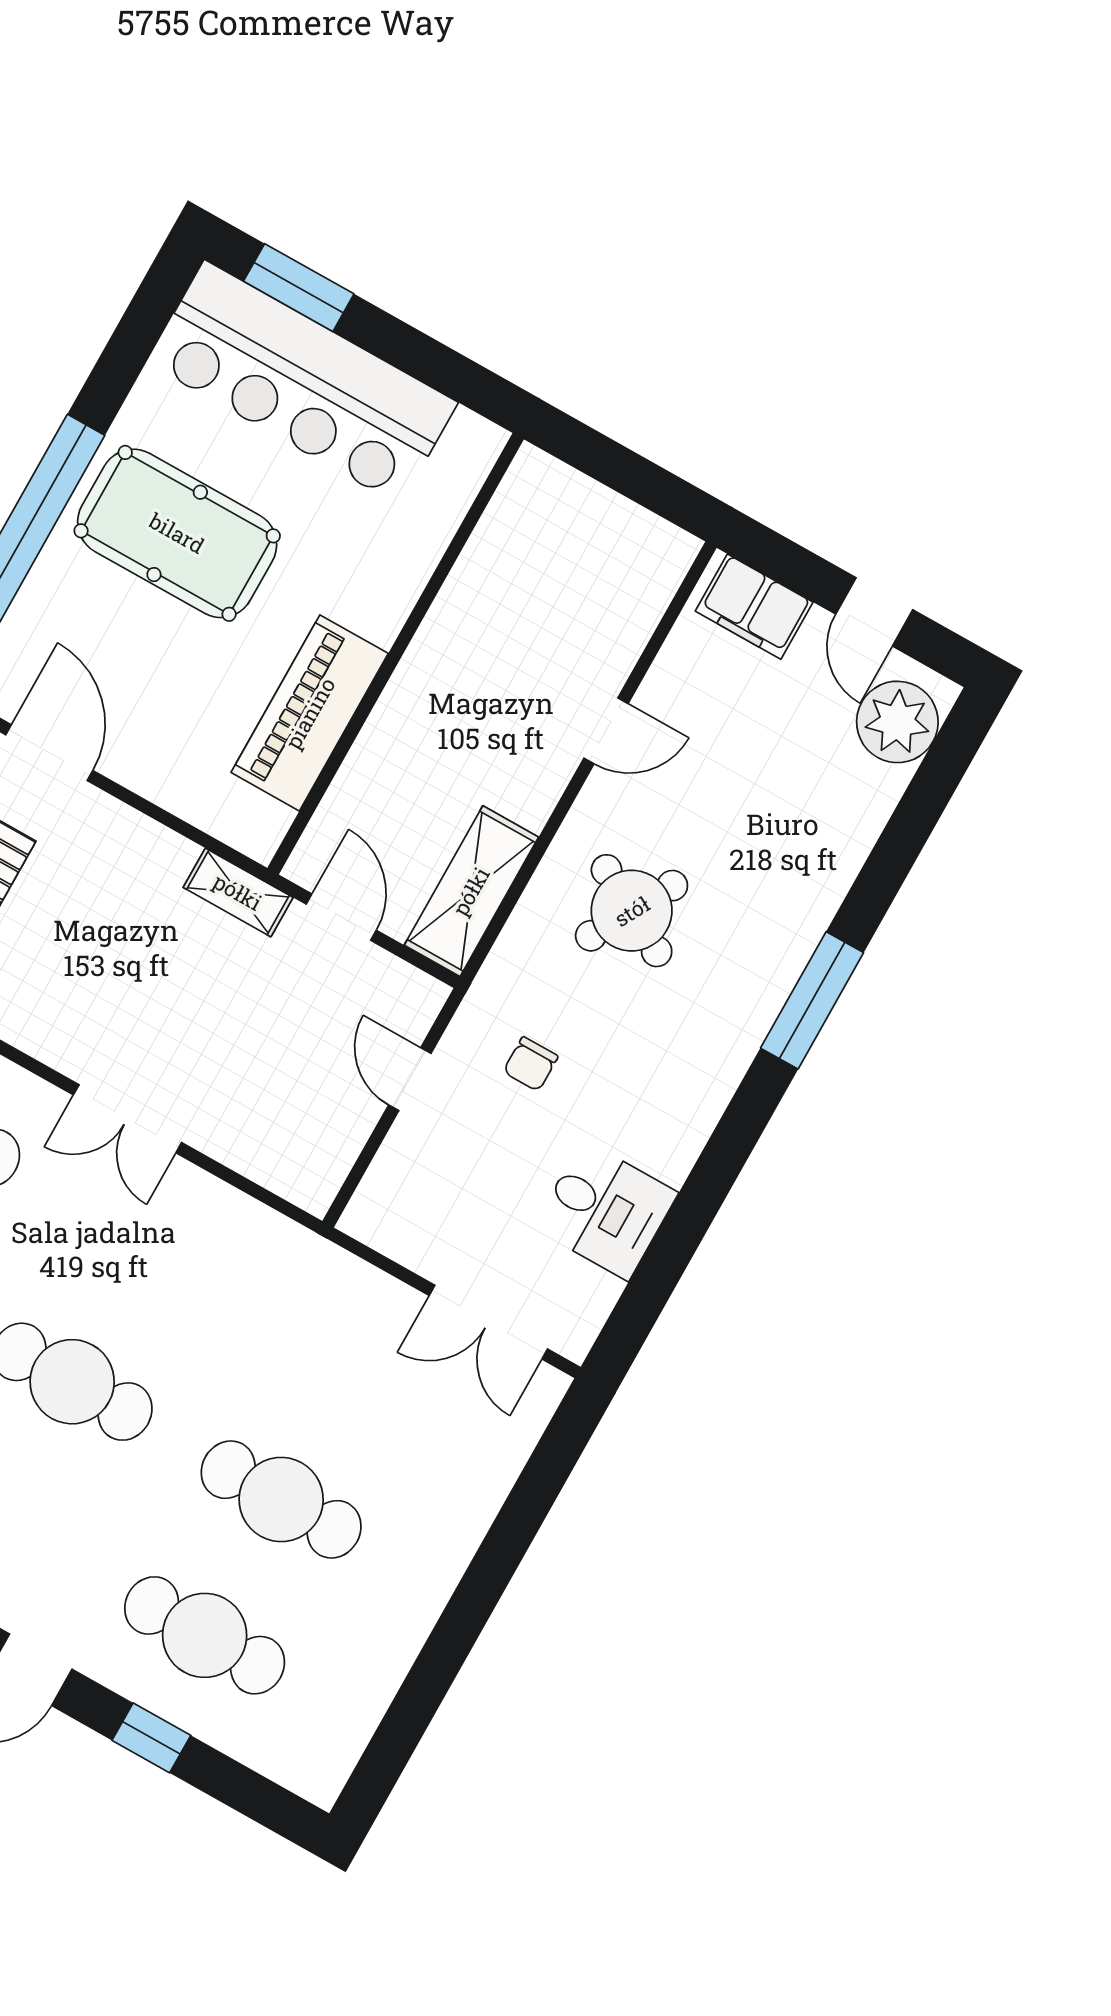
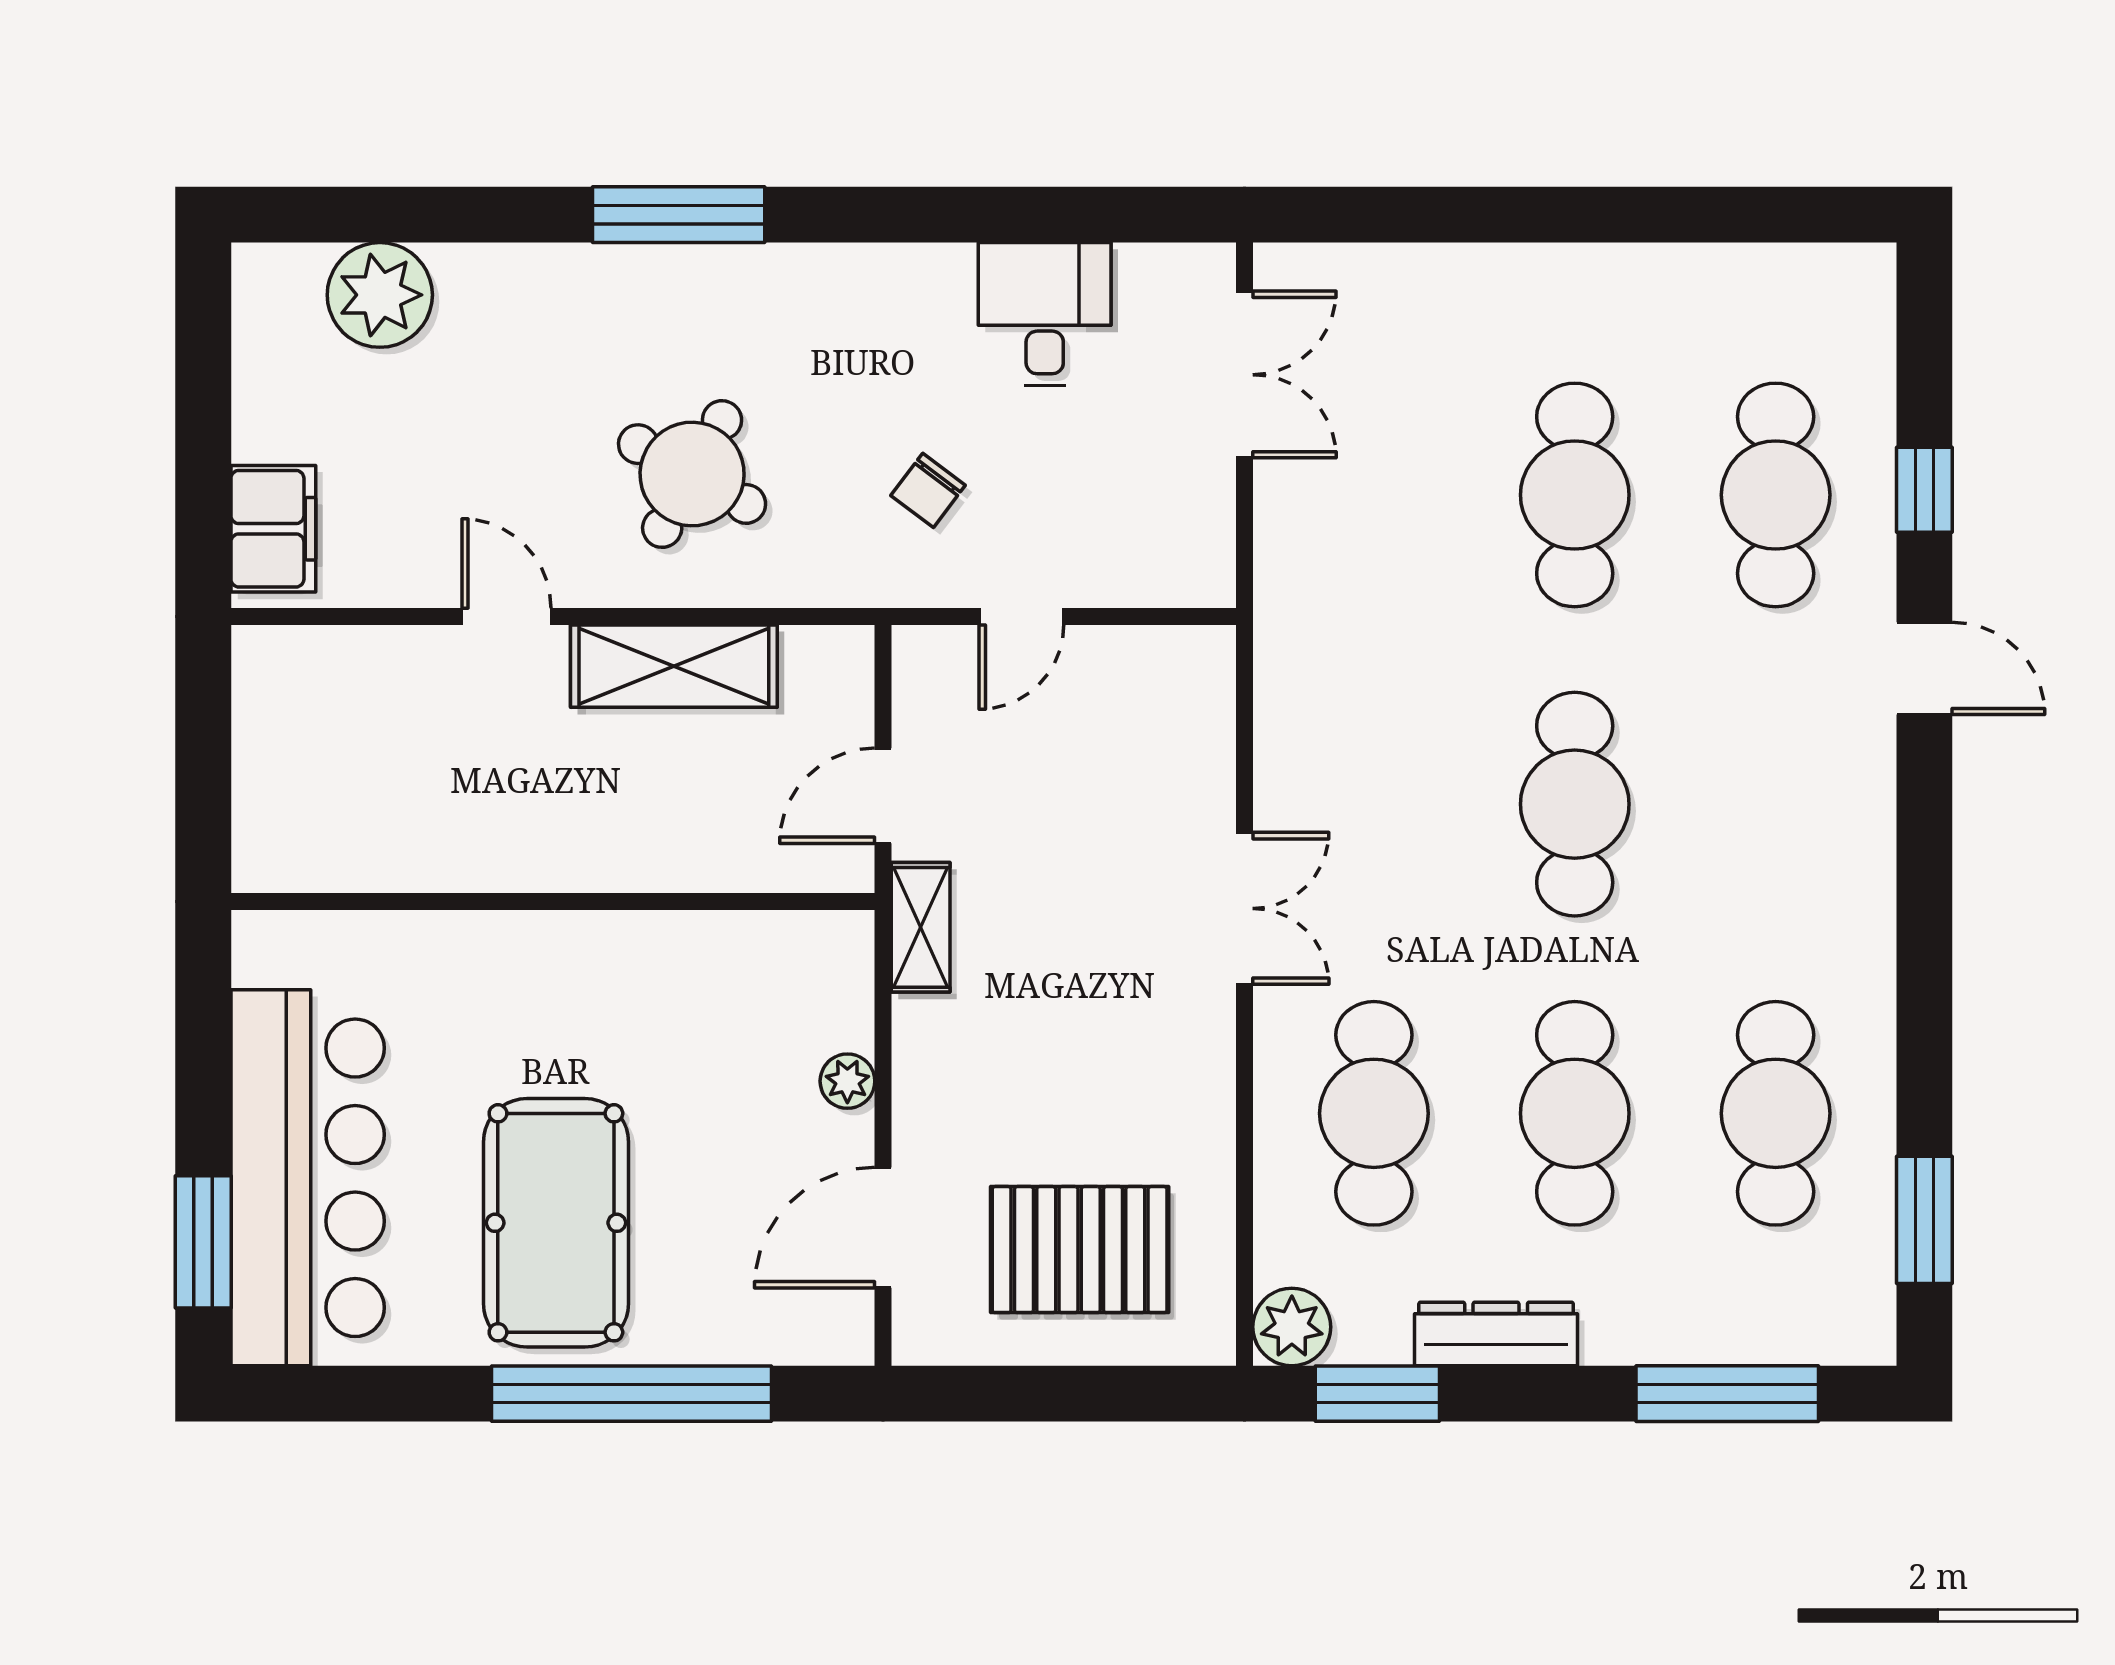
door: (874, 612) -> (203, 391), removed
piano: (310, 713) -> (674, 960), removed
plant: (897, 722) -> (380, 295), moved
plant: (162, 784) -> (847, 1081), added
shelving: (471, 891) -> (674, 666), moved
chair: (531, 1064) -> (928, 490), turned 127

